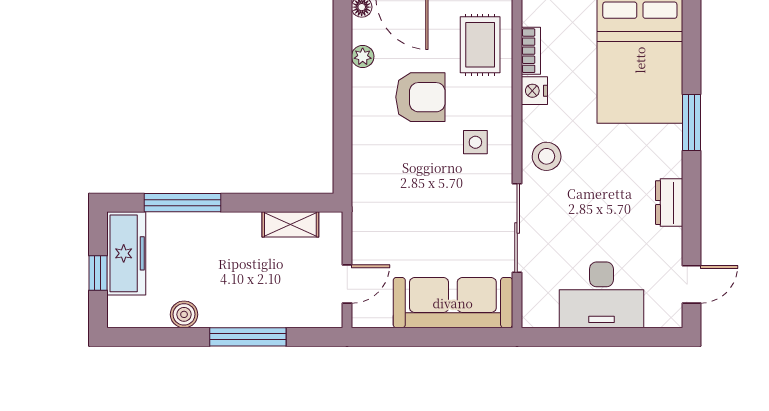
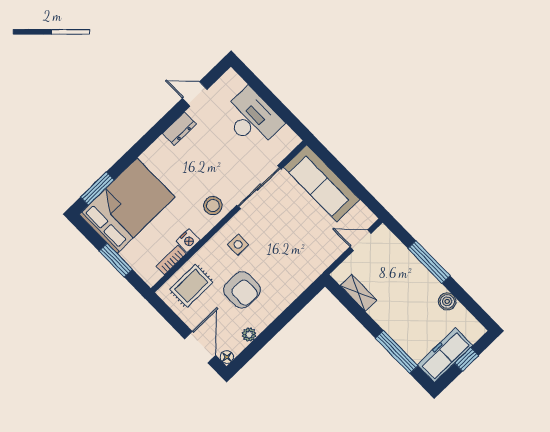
armchair: (420, 97) -> (242, 290), turned 180
window: (691, 122) -> (97, 189), moved
door: (691, 284) -> (195, 94), moved

